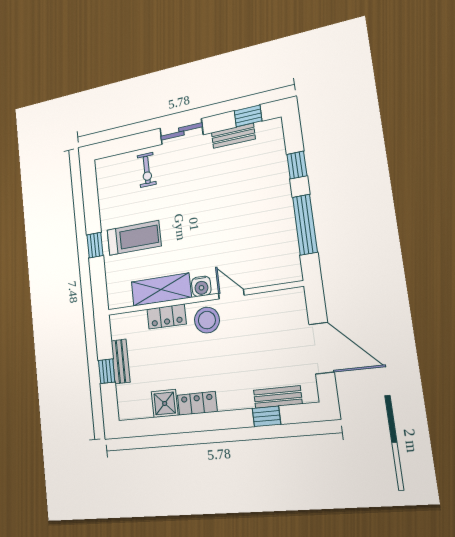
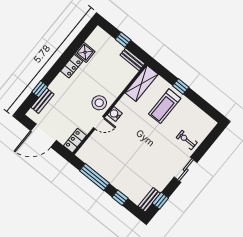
bench: (233, 136) -> (149, 200), moved
shelving: (161, 290) -> (142, 83), moved
locker: (167, 316) -> (75, 141), moved
bench: (121, 361) -> (132, 59), moved

